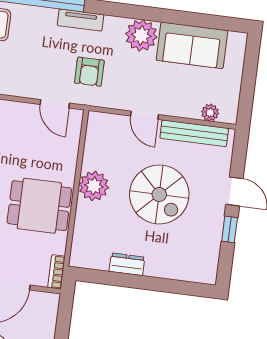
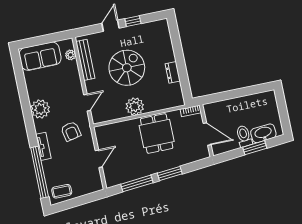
sofa: (192, 45) -> (40, 56), moved, turned 90
armchair: (89, 72) -> (71, 131), turned 78
door: (55, 104) -> (99, 159), moved
door: (144, 115) -> (87, 103), moved

